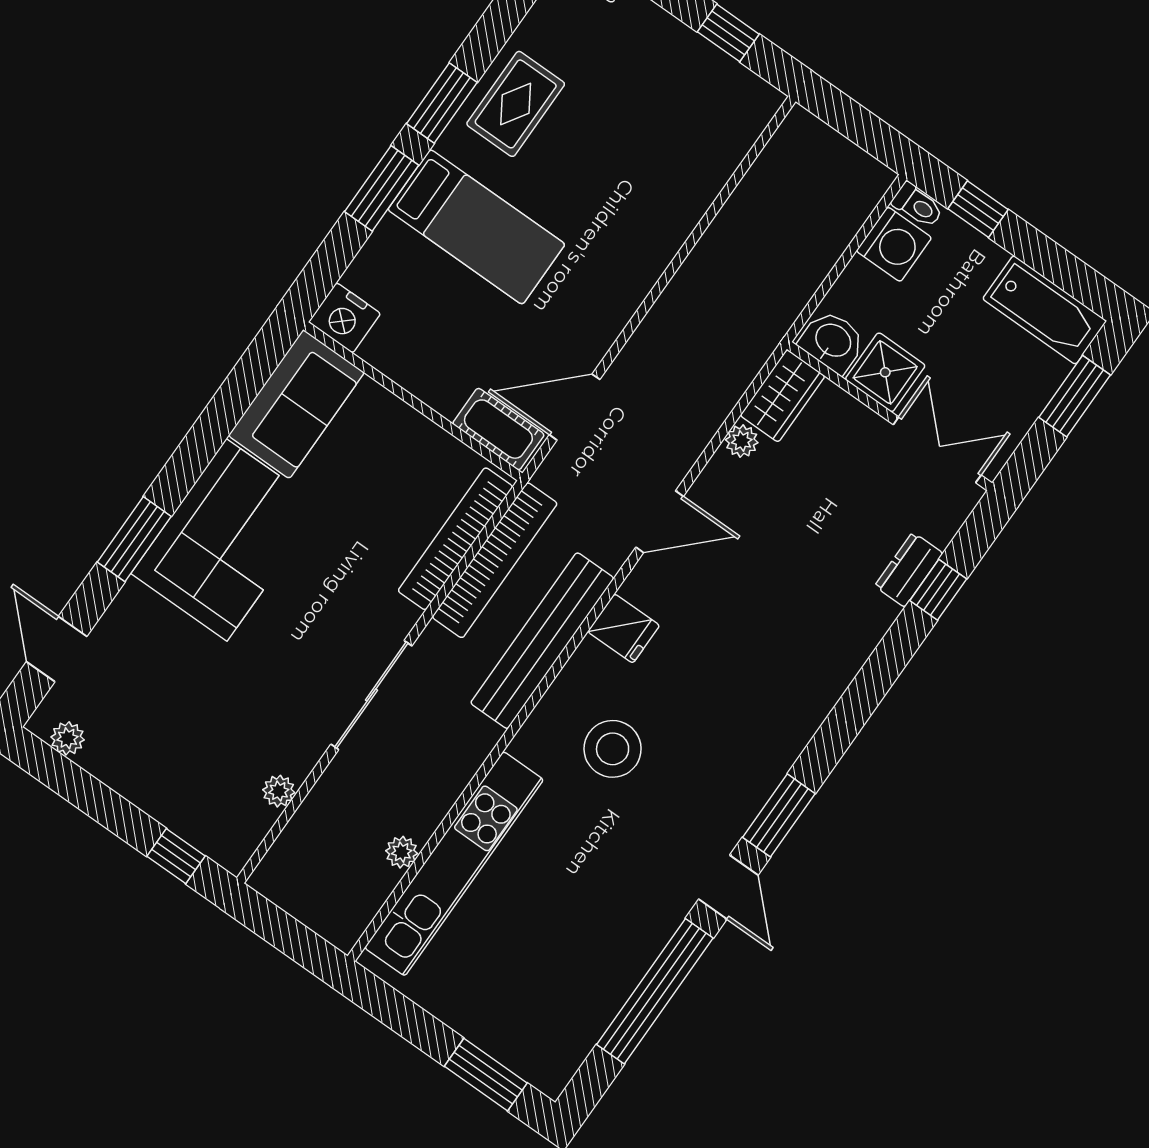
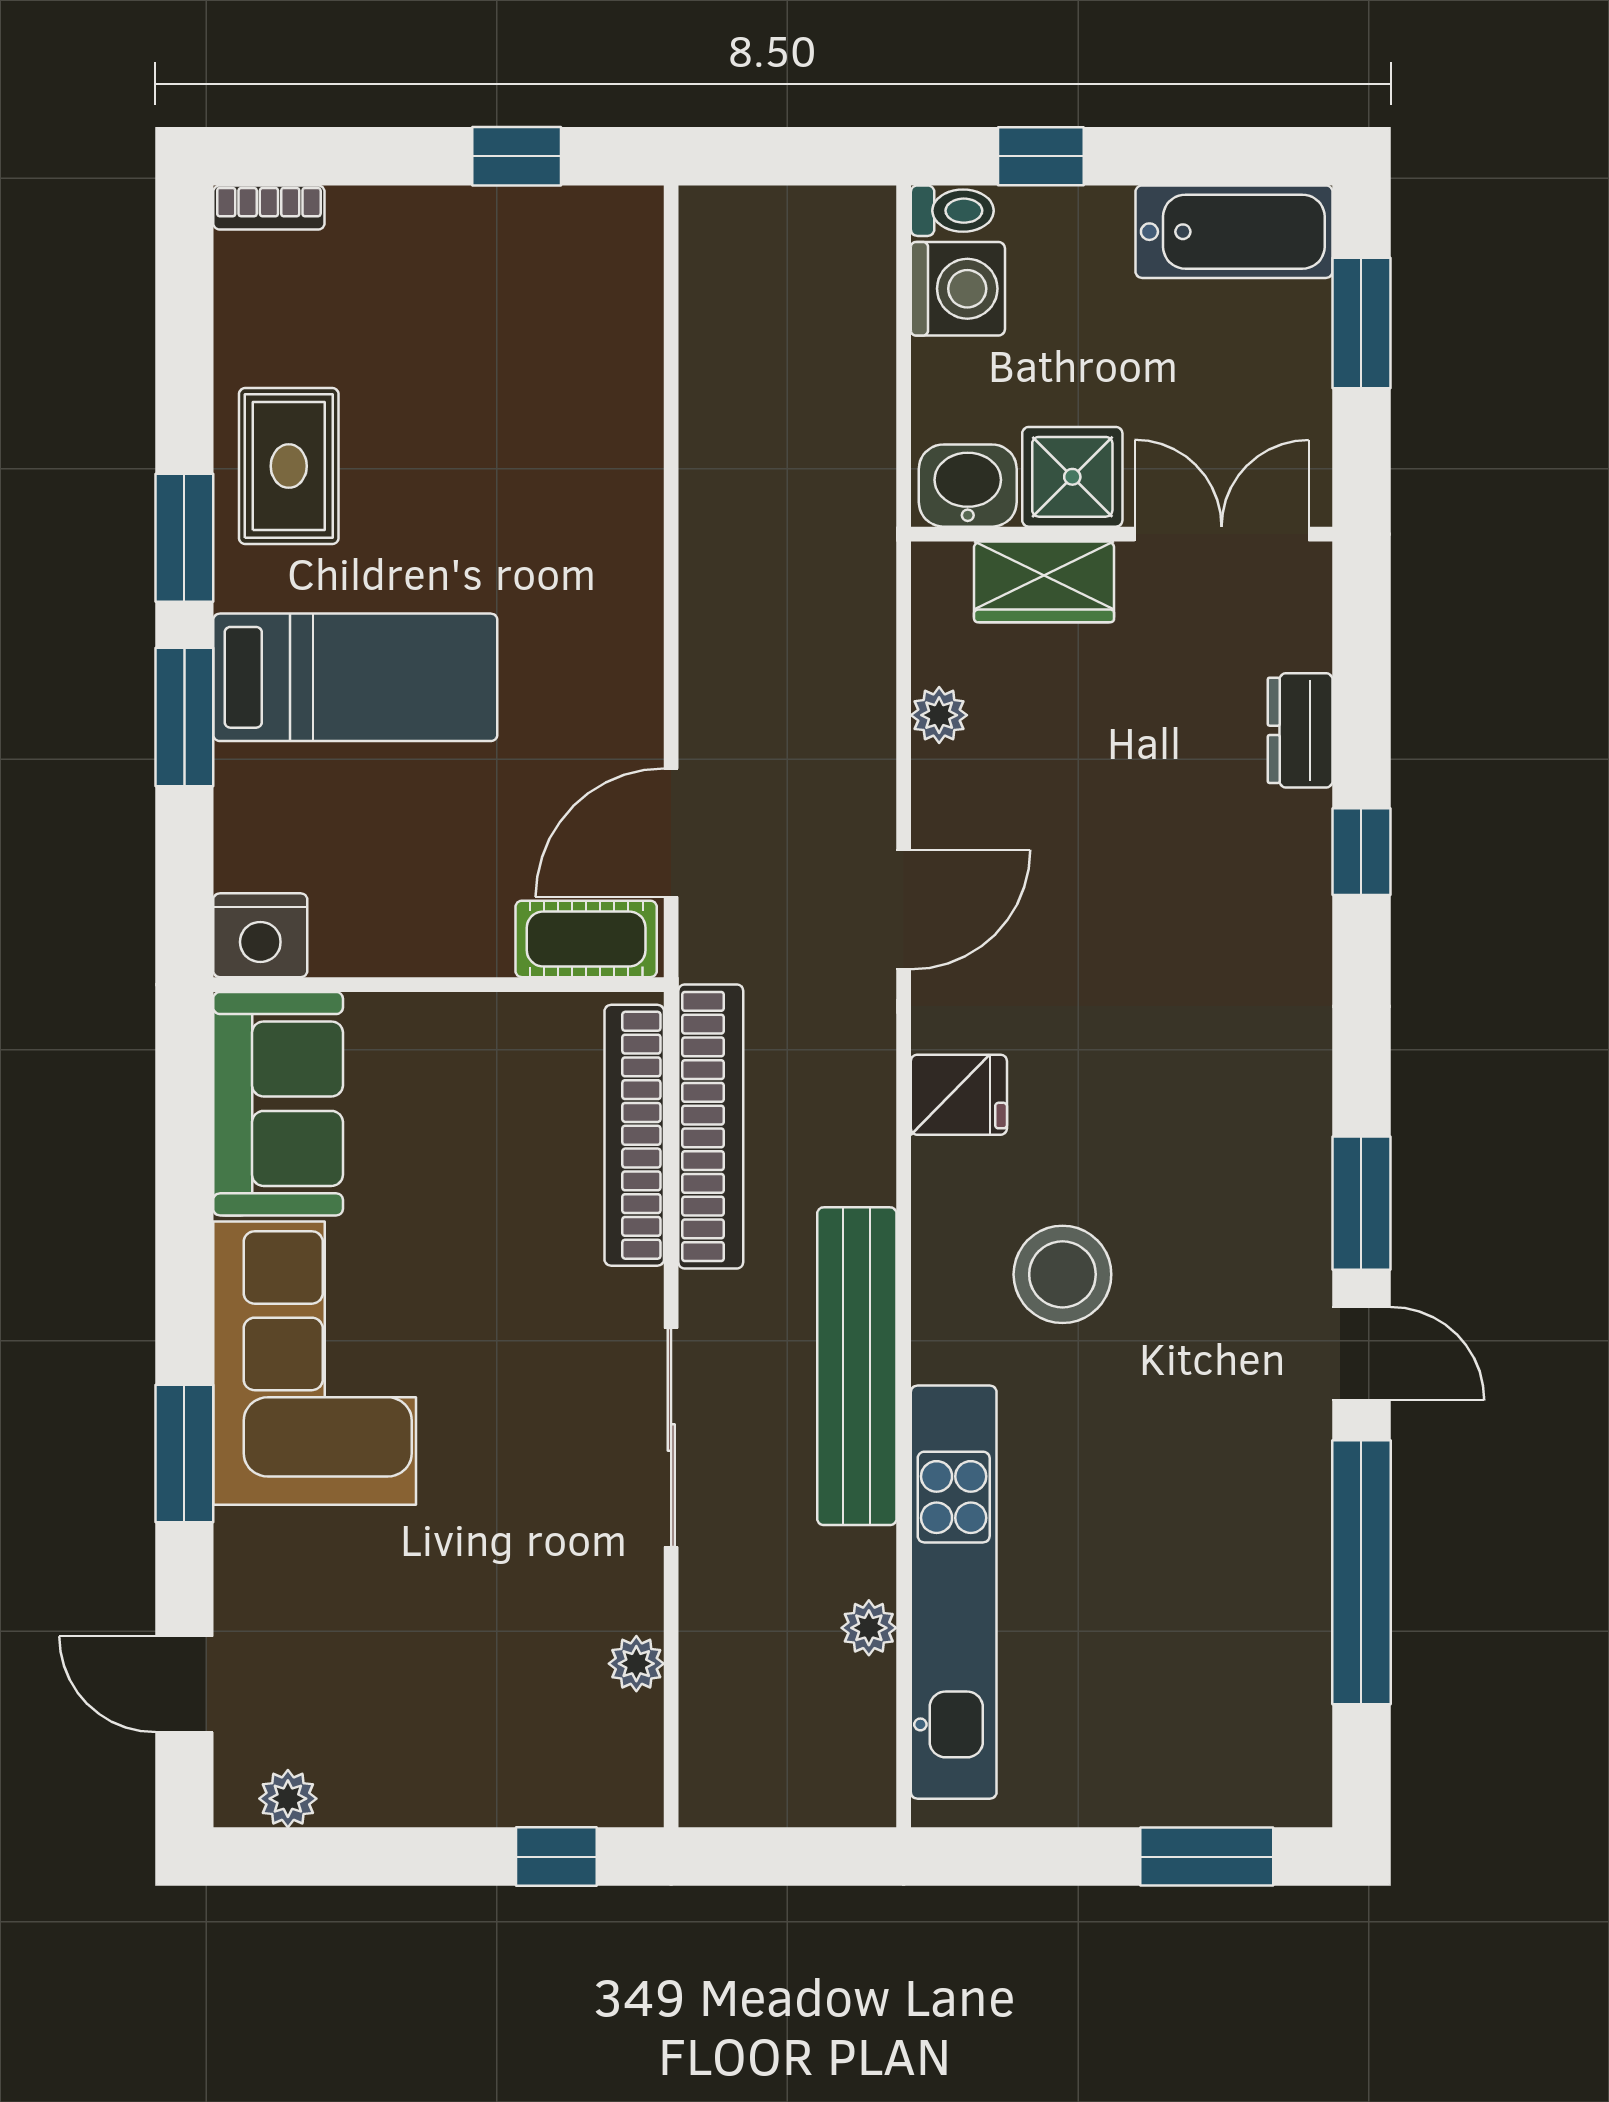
wardrobe: (783, 396) -> (1044, 582), moved, turned 90
window: (938, 590) -> (1361, 852), moved
bench: (542, 641) -> (857, 1366), moved

